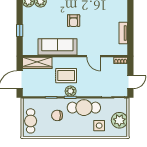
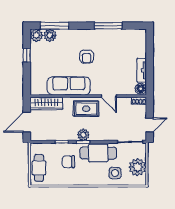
window: (20, 30) -> (27, 55), moved
floor lamp: (122, 50) -> (141, 89), added
rug: (66, 76) -> (86, 109), moved

